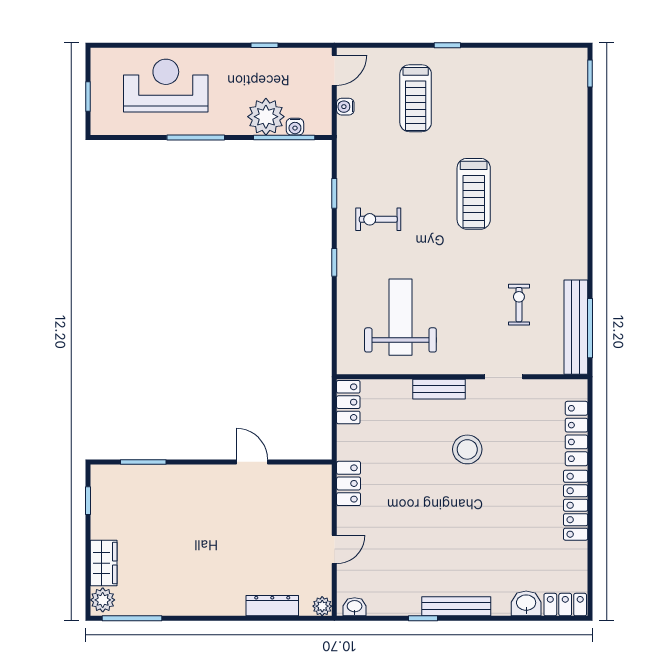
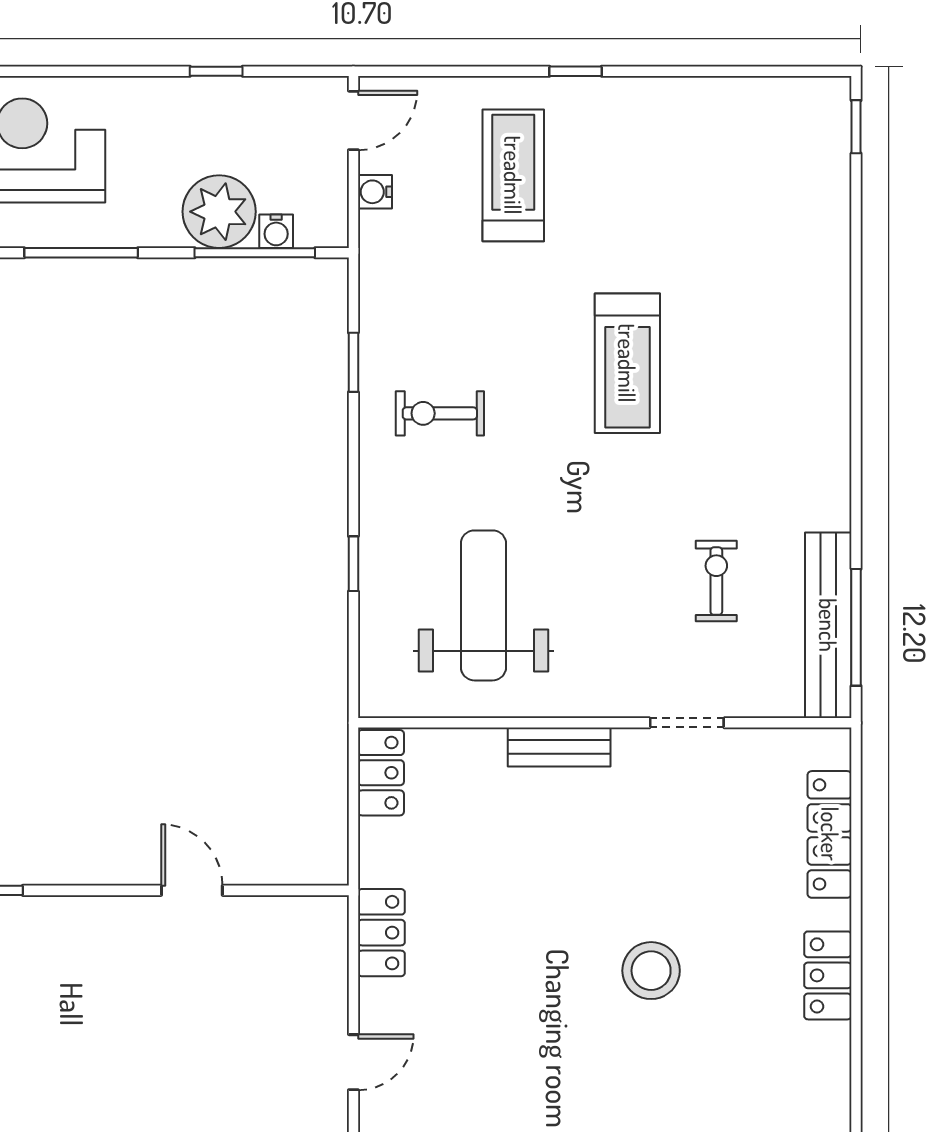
treadmill: (416, 98) -> (513, 175), turned 180
window: (334, 262) -> (353, 564), moved
stool: (467, 449) -> (651, 971), moved
locker: (576, 505) -> (828, 975), width x0.66

